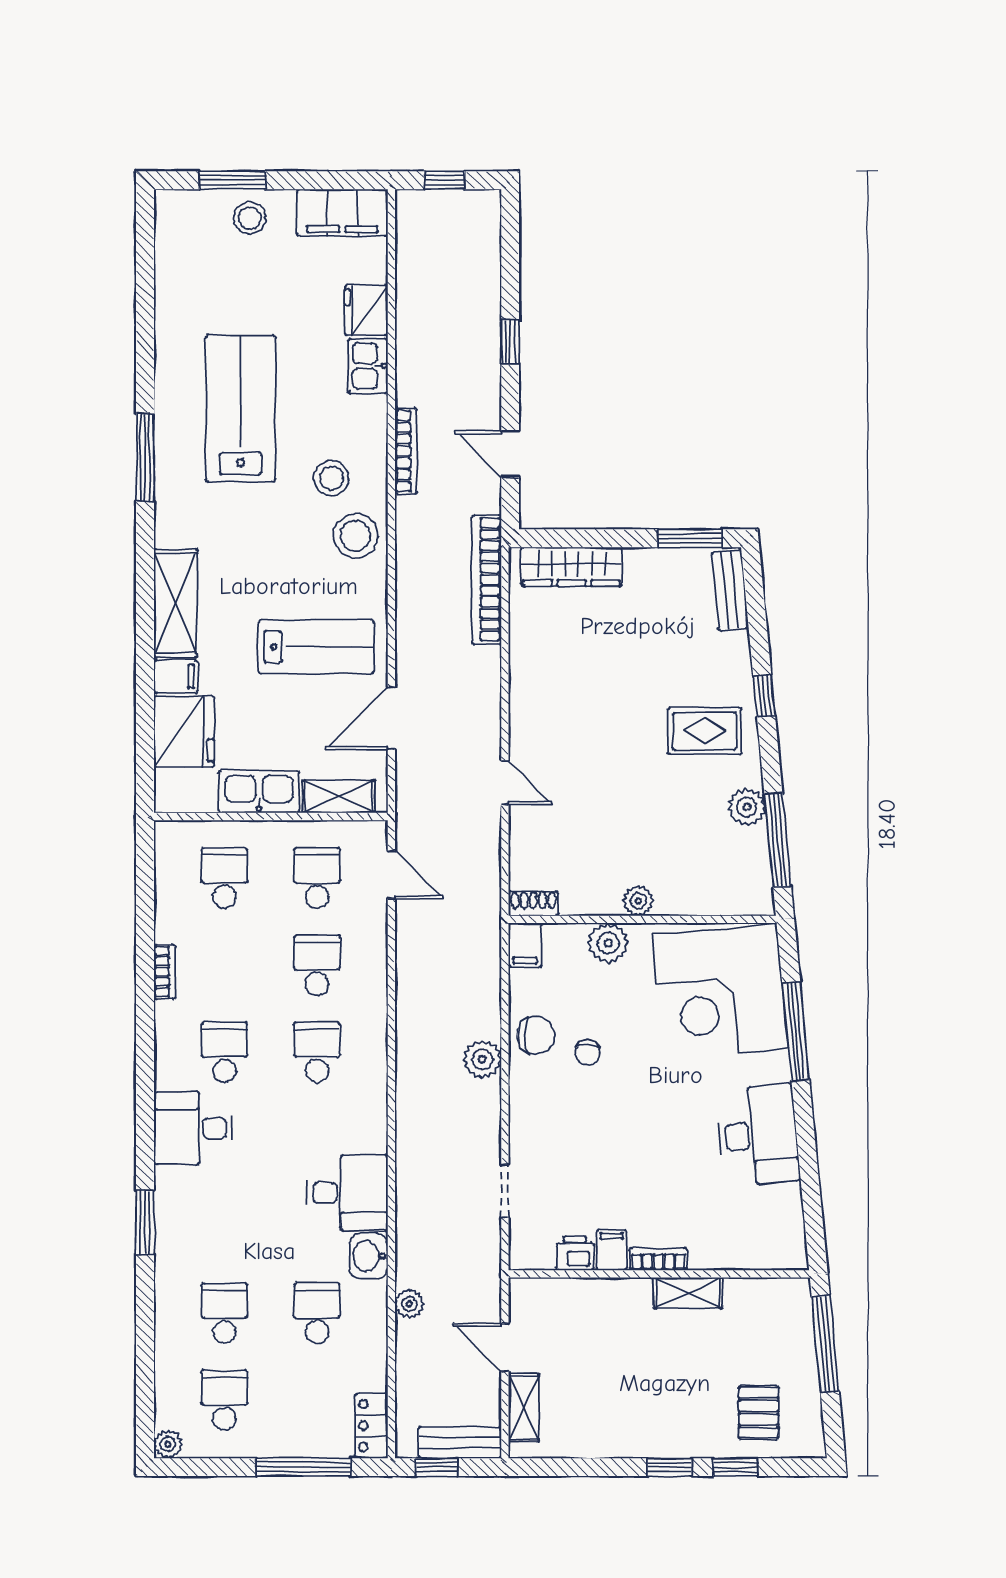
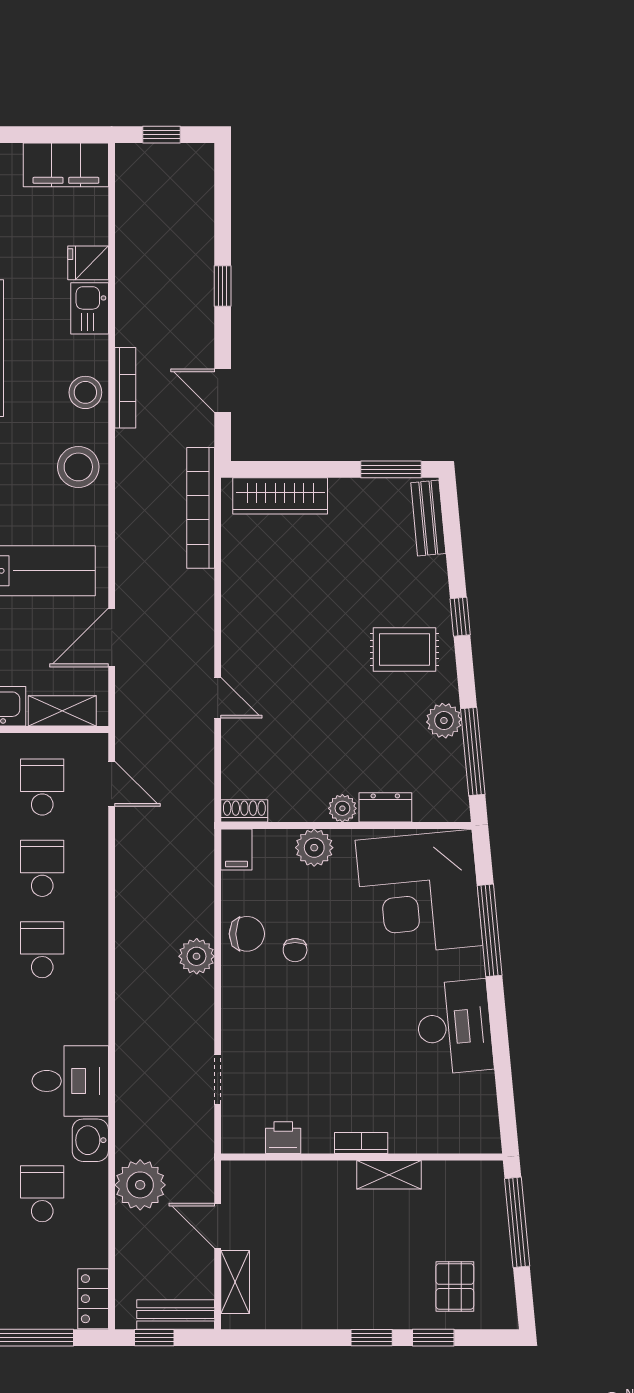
fridge: (366, 310) -> (88, 263), width x0.72
stool: (331, 478) -> (85, 392), moved
dresser: (684, 900) -> (385, 807), added
filing cabinet: (612, 1250) -> (318, 1135), removed
plant: (409, 1304) -> (140, 1185), width x1.88, depth x1.88

